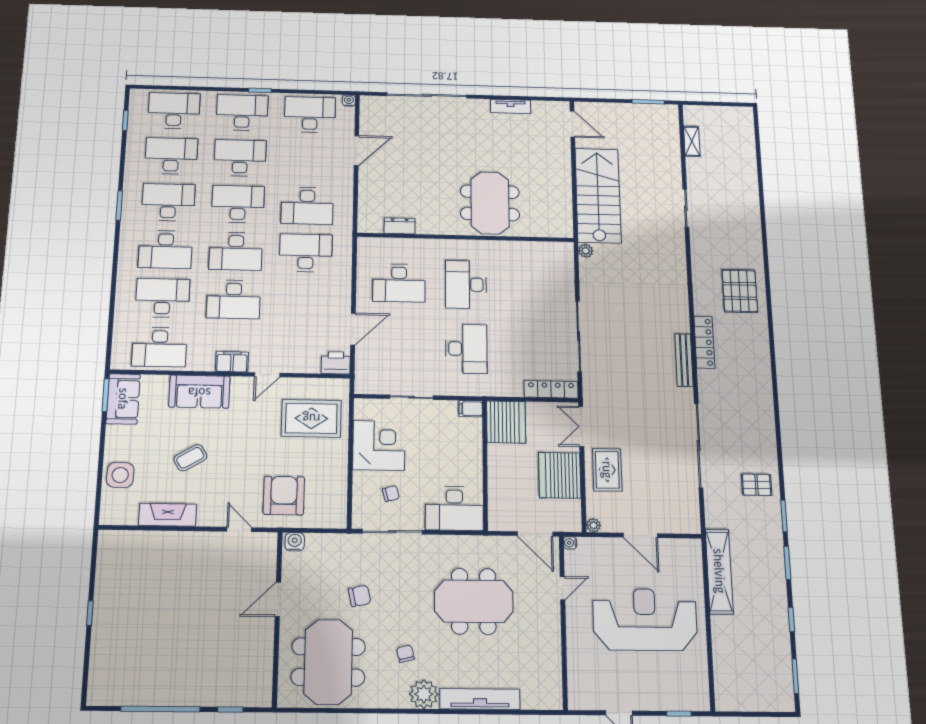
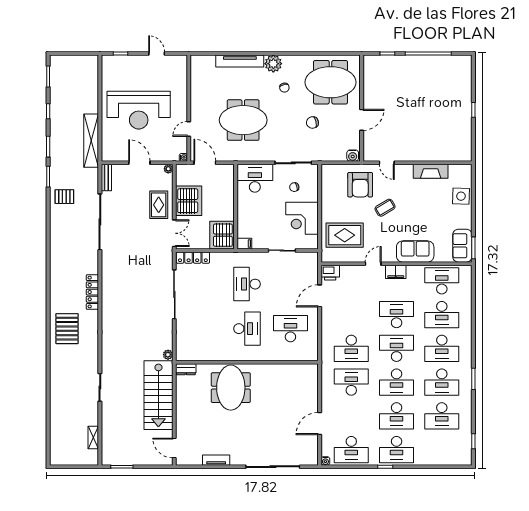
desk: (174, 111) -> (442, 450), removed
dresser: (400, 226) -> (186, 369), moved
desk: (165, 250) -> (442, 348), turned 180
bench: (684, 360) -> (106, 178), moved, width x0.73
coffee table: (190, 458) -> (385, 208), moved
meeting table: (328, 662) -> (331, 82), turned 90

